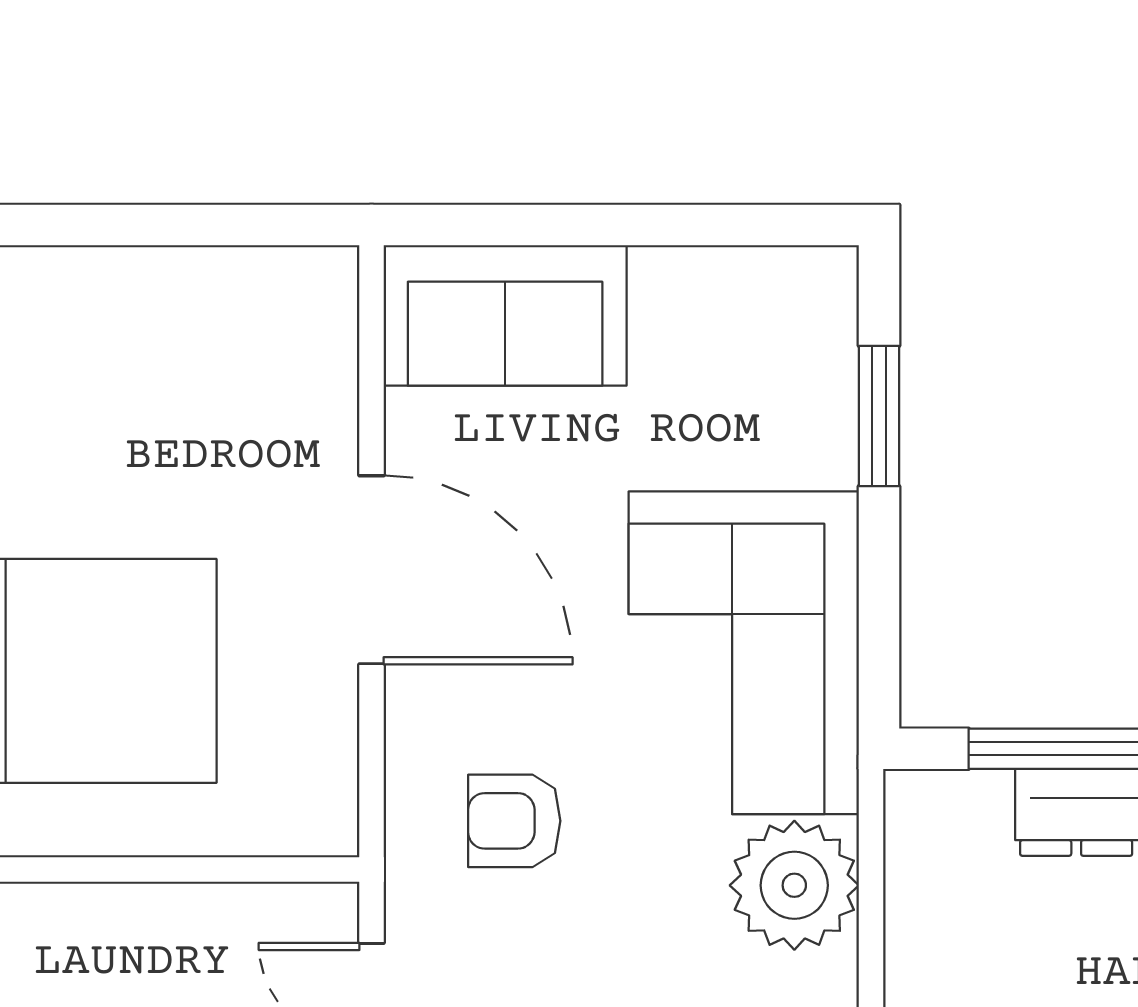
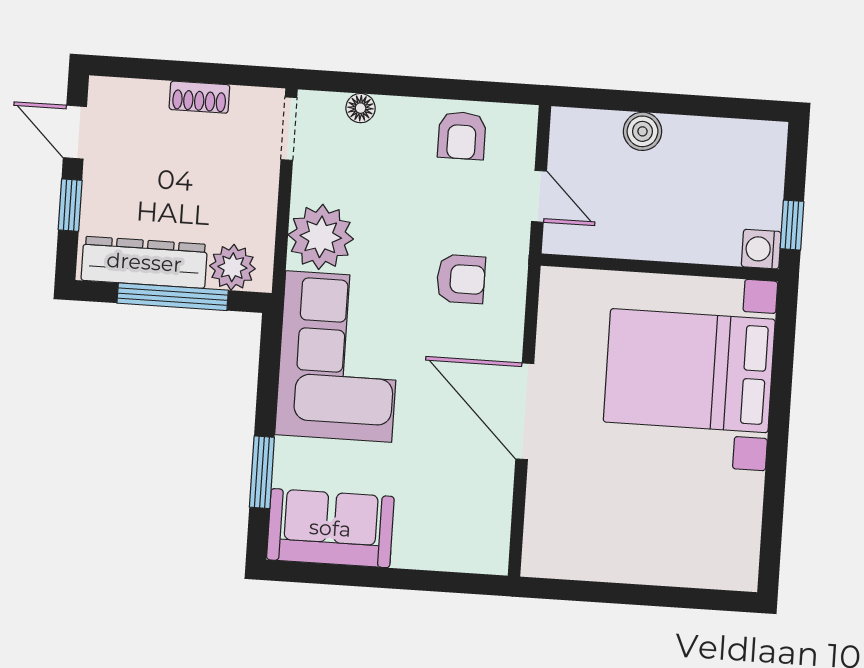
sofa: (505, 315) -> (330, 528), moved
plant: (963, 814) -> (232, 267), added

